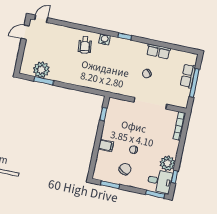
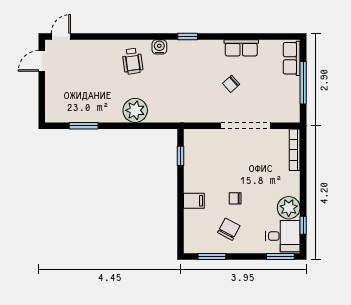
plant: (41, 70) -> (135, 110), moved
row of seats: (188, 76) -> (292, 58), moved

